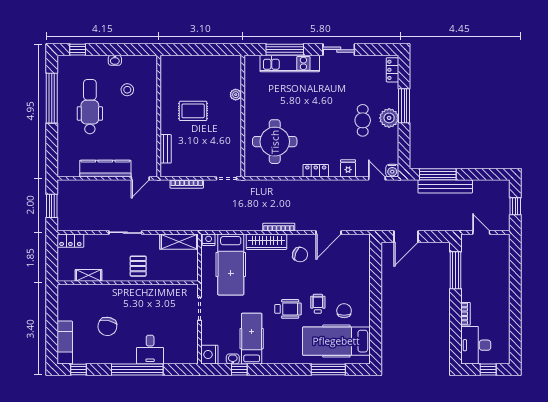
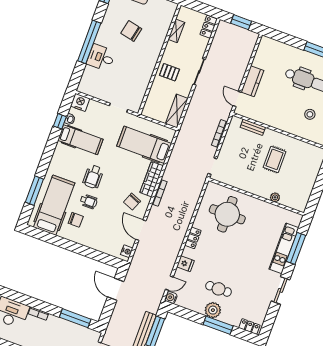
kitchen counter: (105, 169) -> (252, 81), width x0.67
nightstand: (209, 240) -> (127, 251), moved

